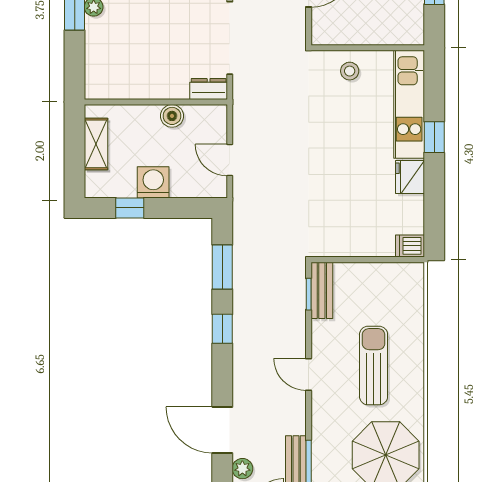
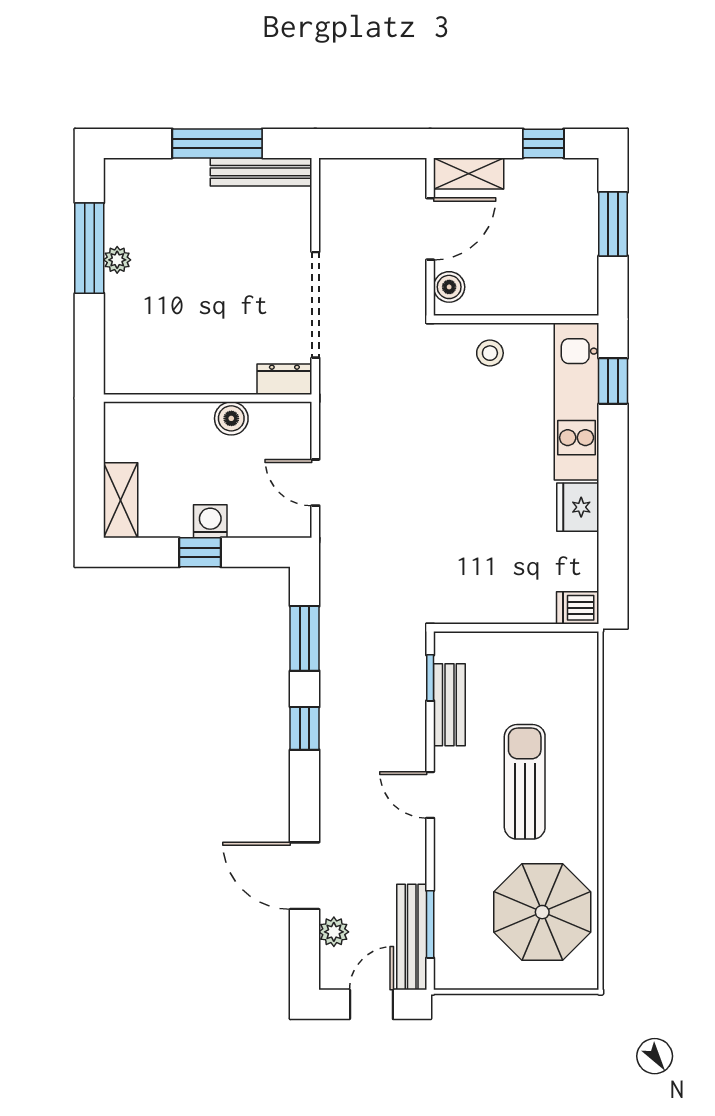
boiler: (322, 26) -> (449, 287), added
window: (434, 137) -> (613, 381), moved
shelving: (96, 144) -> (121, 500), moved
washing machine: (153, 182) -> (210, 521), width x0.73, depth x0.73
window: (130, 208) -> (200, 552), moved
bench: (322, 290) -> (449, 705), moved

